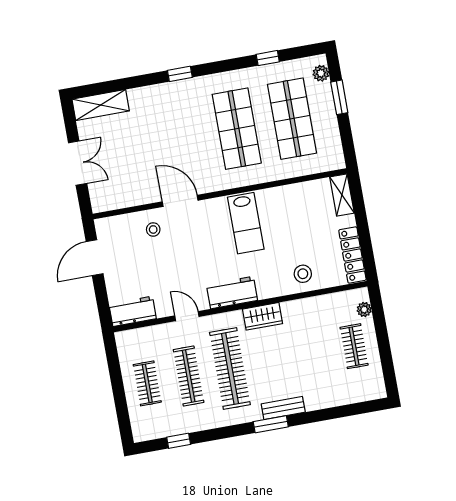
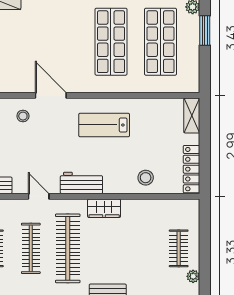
lab bench: (246, 223) -> (104, 125), turned 90
plant: (364, 310) -> (193, 276), moved

